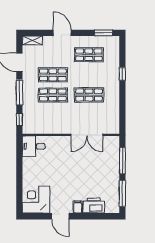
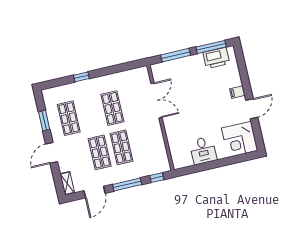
window: (104, 33) -> (44, 121), moved
desk: (34, 146) -> (203, 150), moved
printer: (94, 206) -> (216, 58), moved, turned -90

